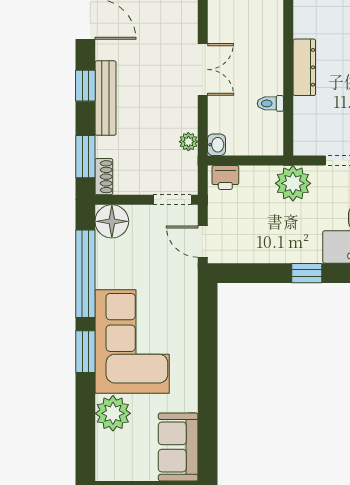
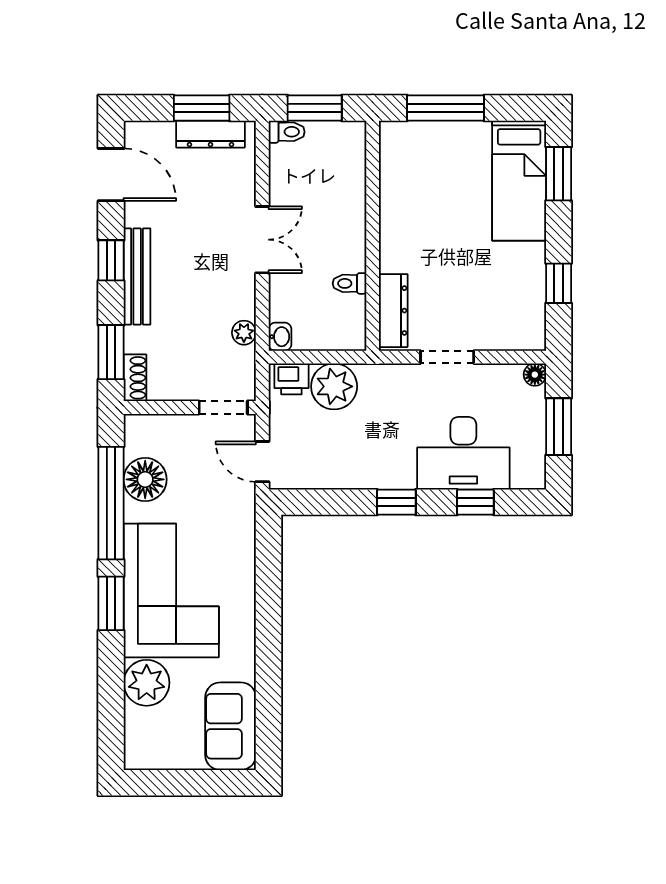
dresser: (304, 67) -> (393, 311), moved
plant: (293, 183) -> (334, 386), moved
floor lamp: (112, 221) -> (145, 479), moved

